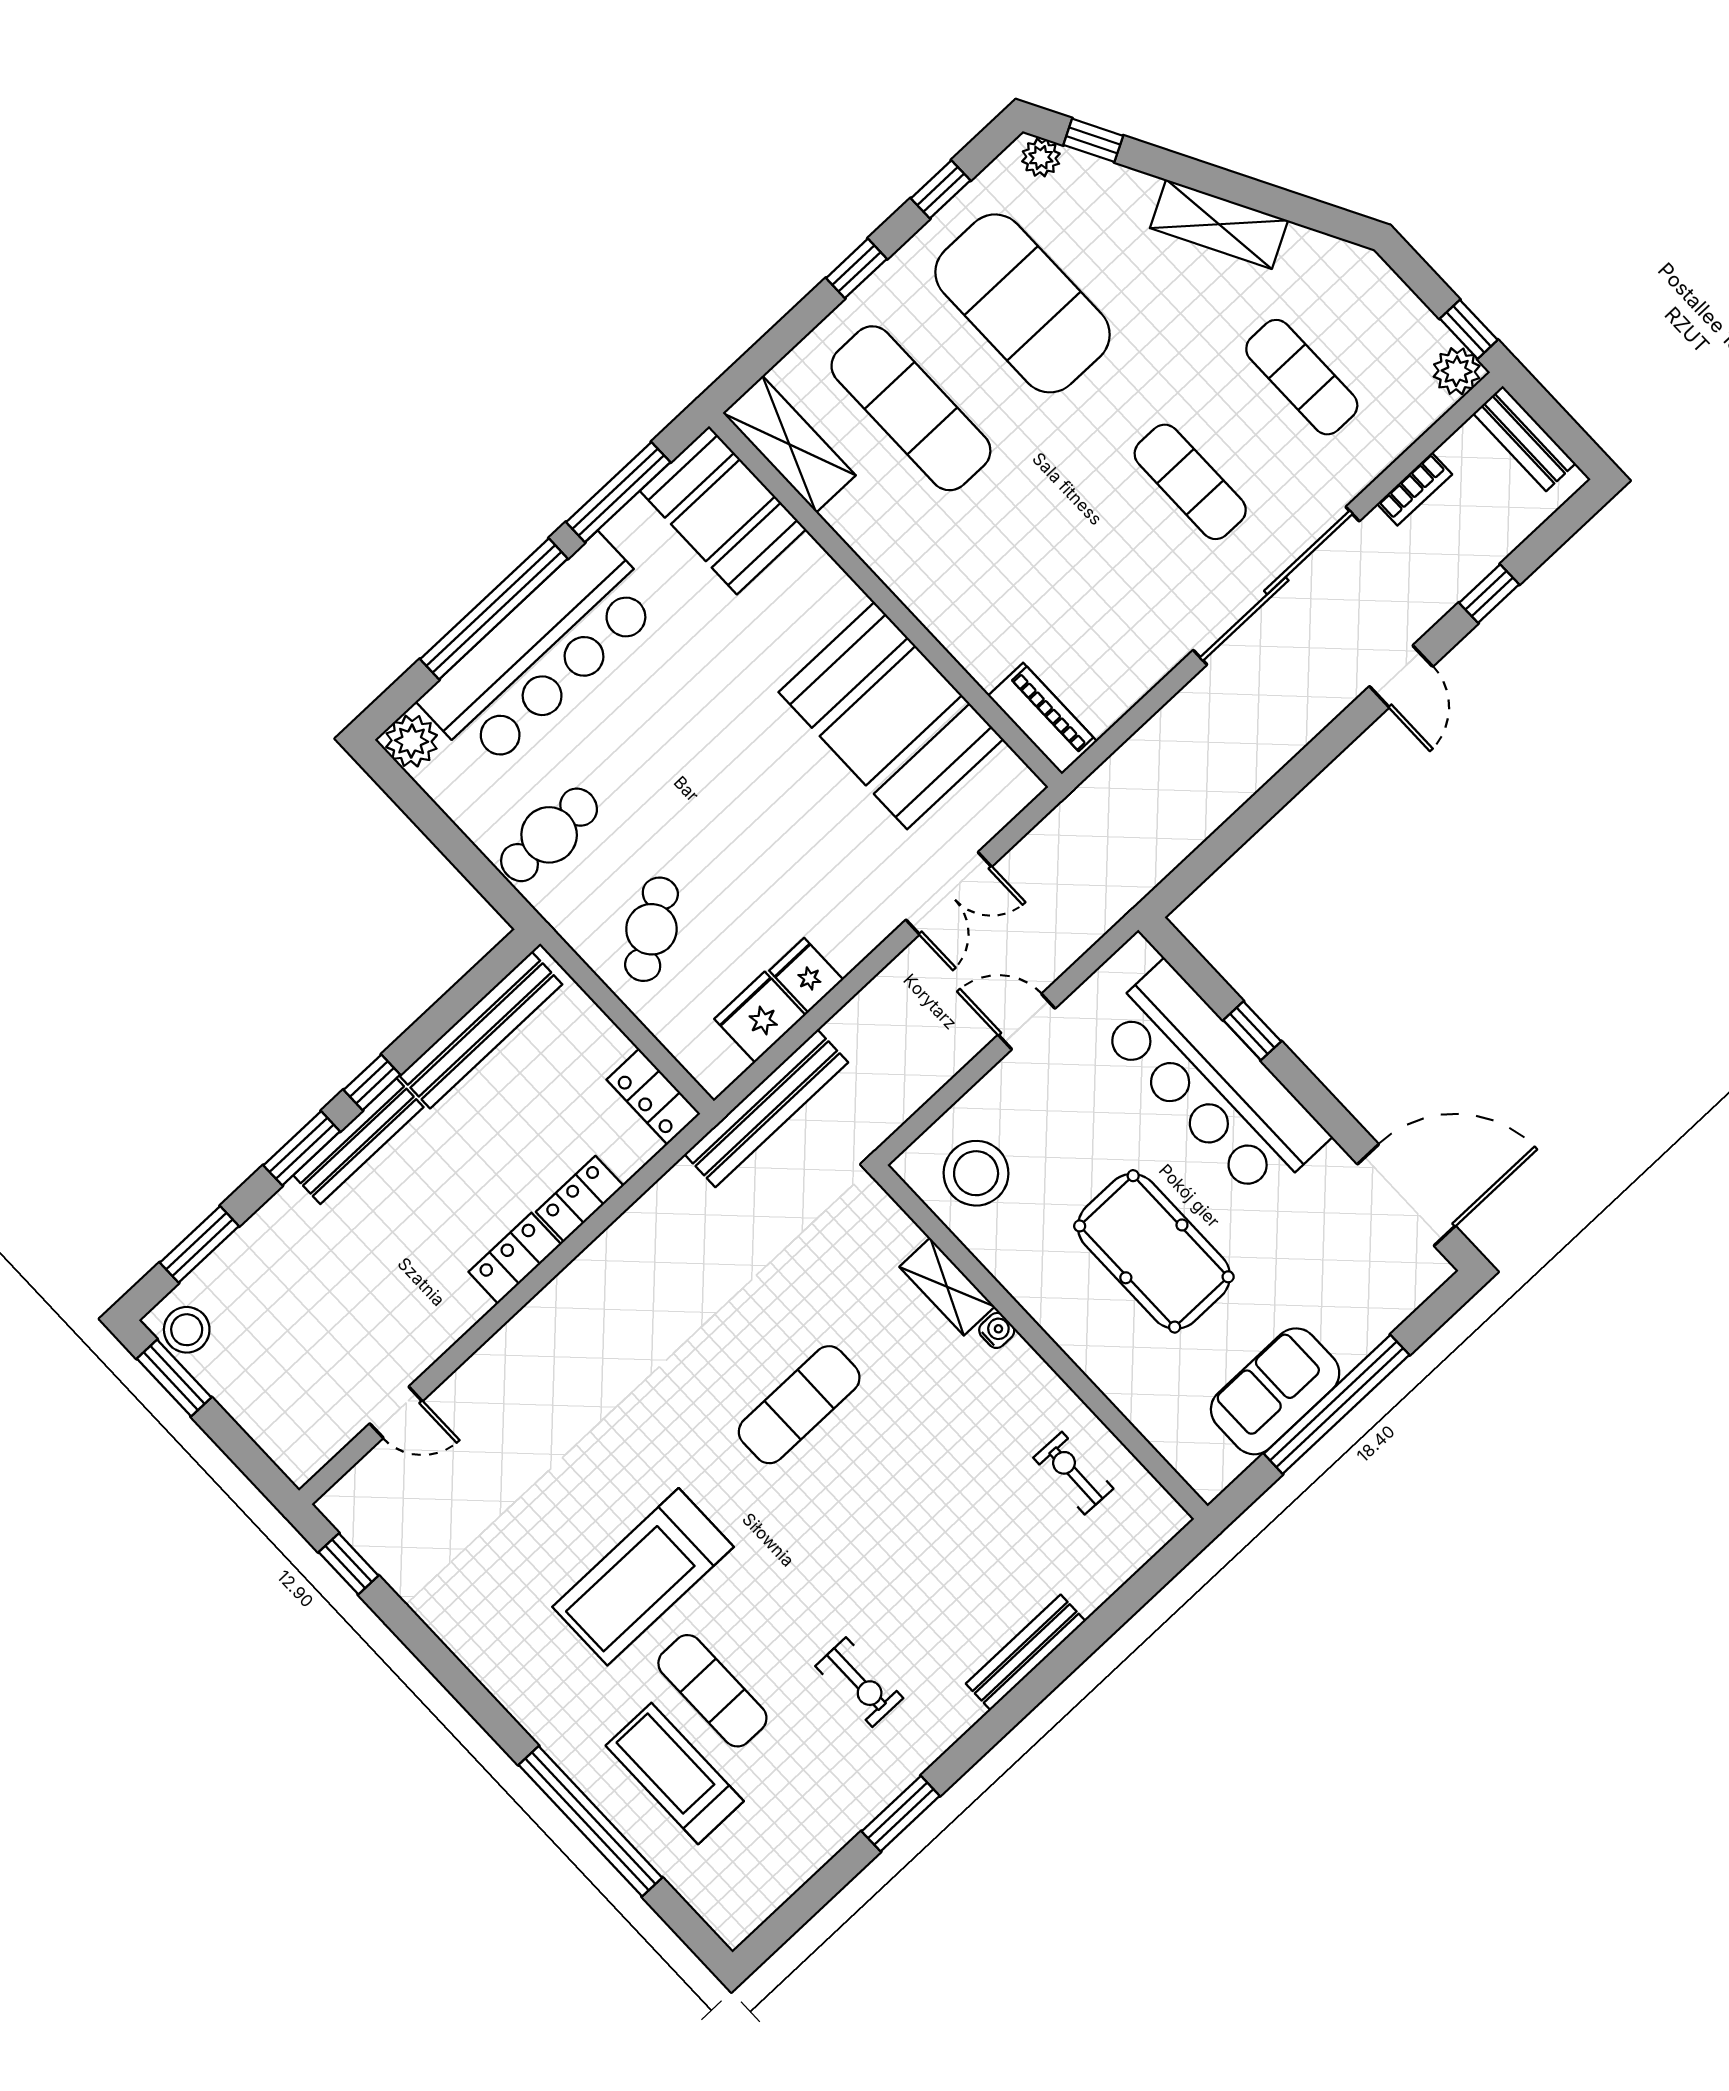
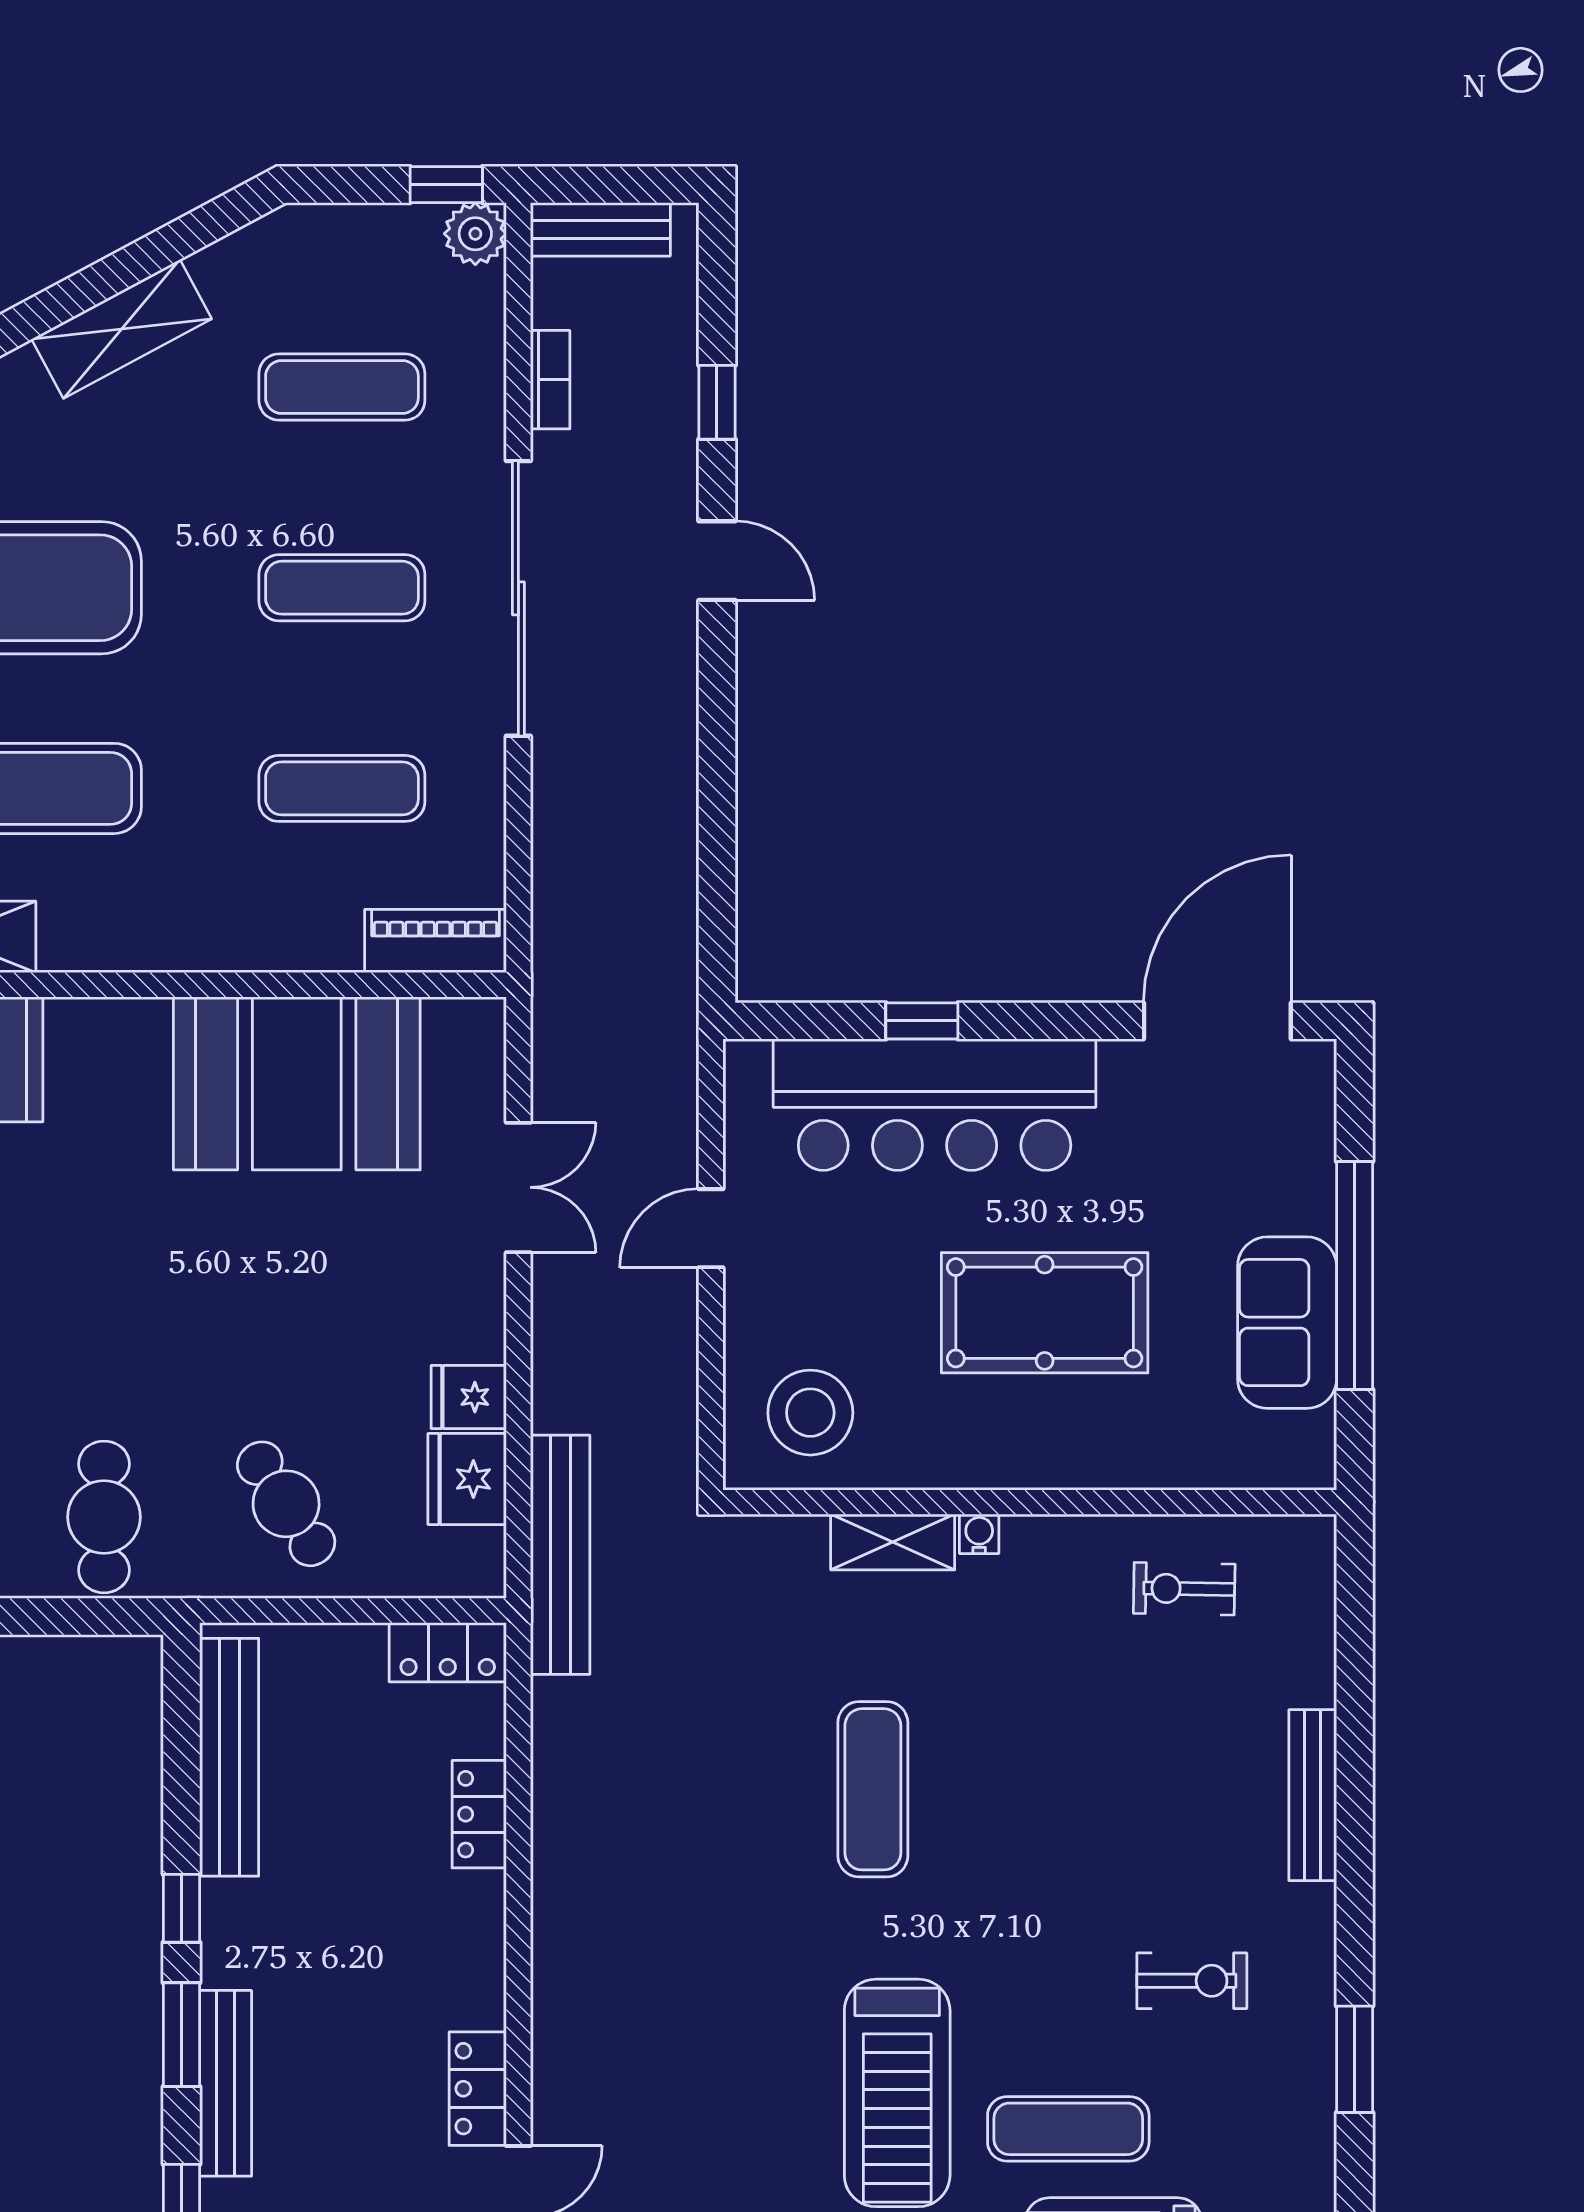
exercise mat: (1079, 587) -> (342, 788), added
bench: (358, 1141) -> (226, 2083), moved
locker: (515, 1258) -> (478, 2089), moved

